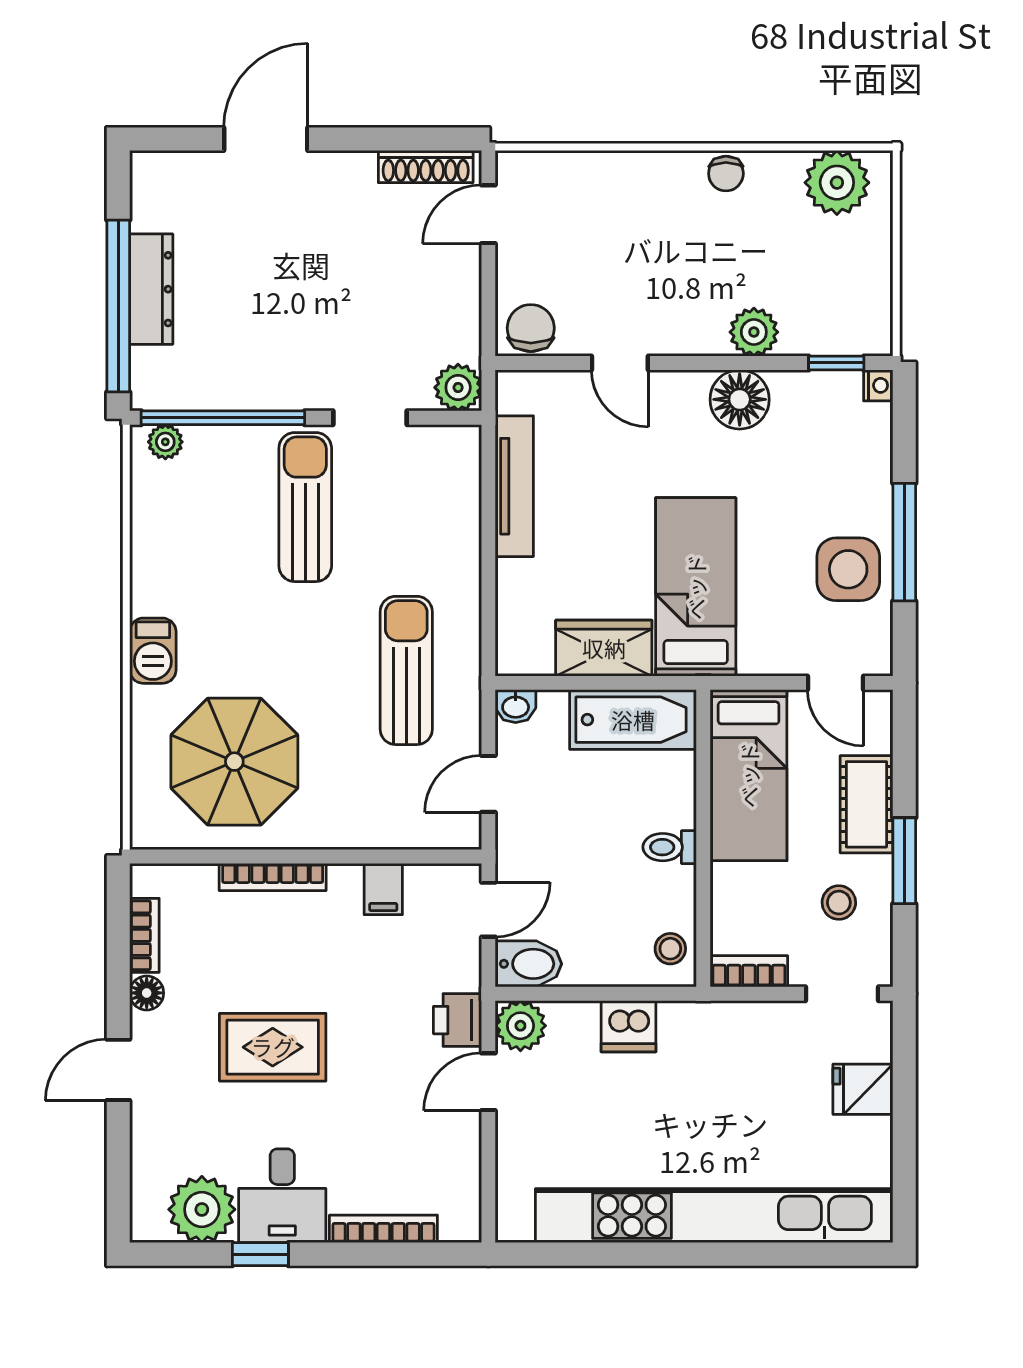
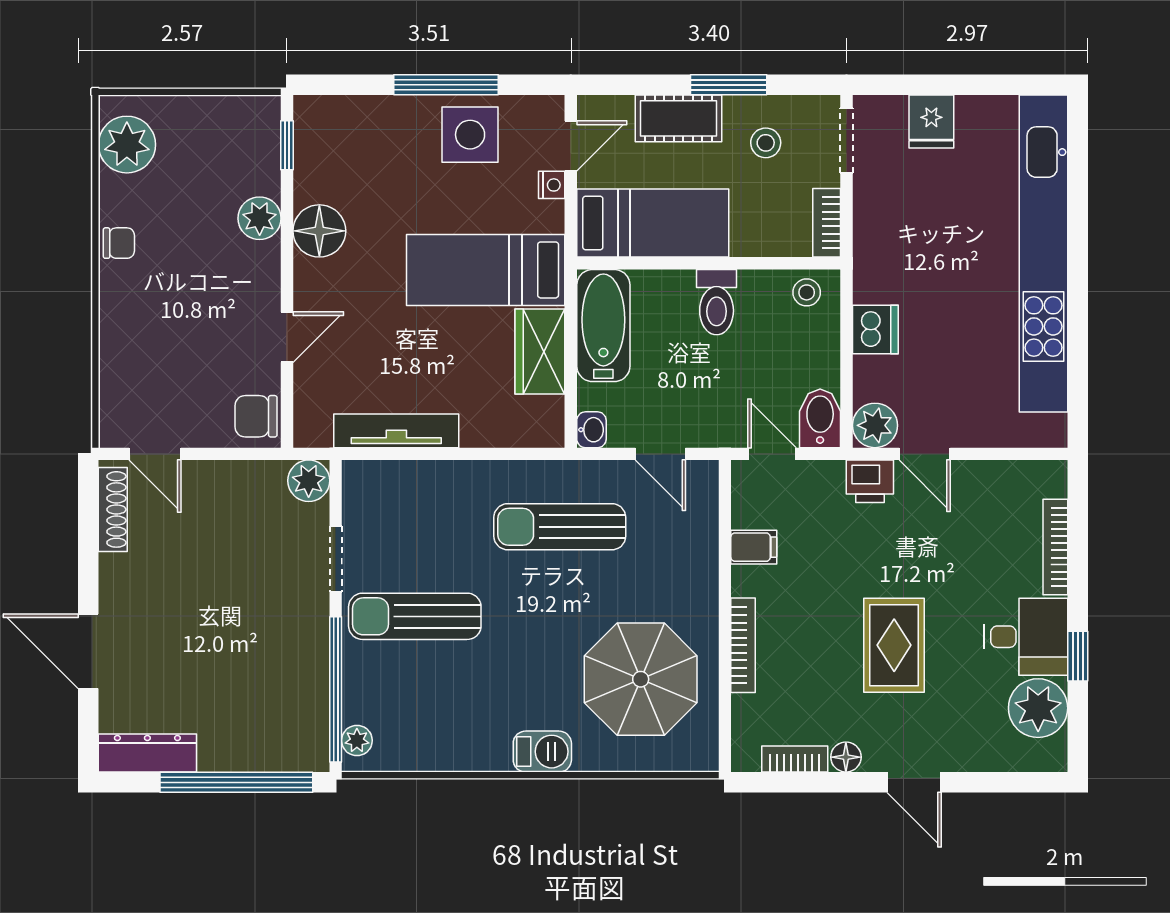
dresser: (151, 289) -> (147, 753), moved
nightstand: (878, 385) -> (552, 185), moved, turned 90
toilet: (670, 847) -> (717, 302), width x1.37, depth x1.39

